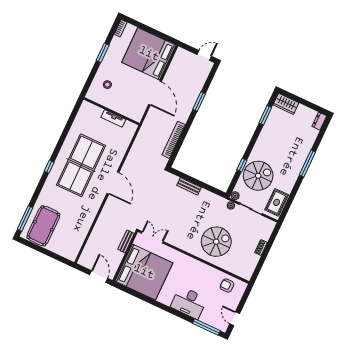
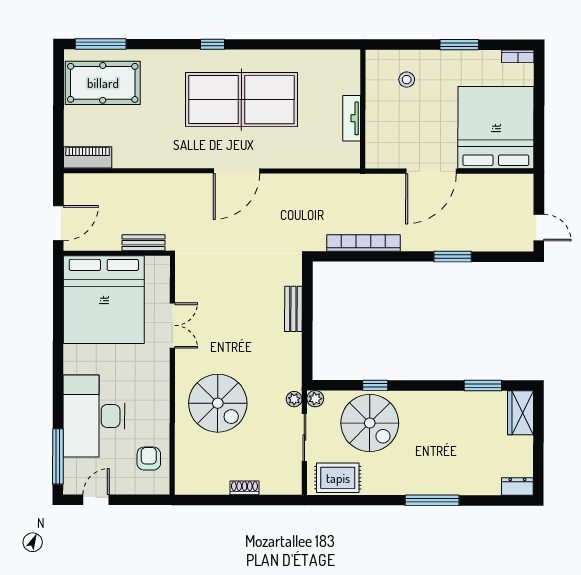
double door: (152, 237) -> (172, 325), moved
piano: (75, 249) -> (88, 157), added
desk: (189, 303) -> (94, 416), width x1.36, depth x1.30

